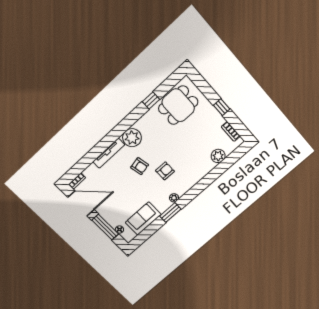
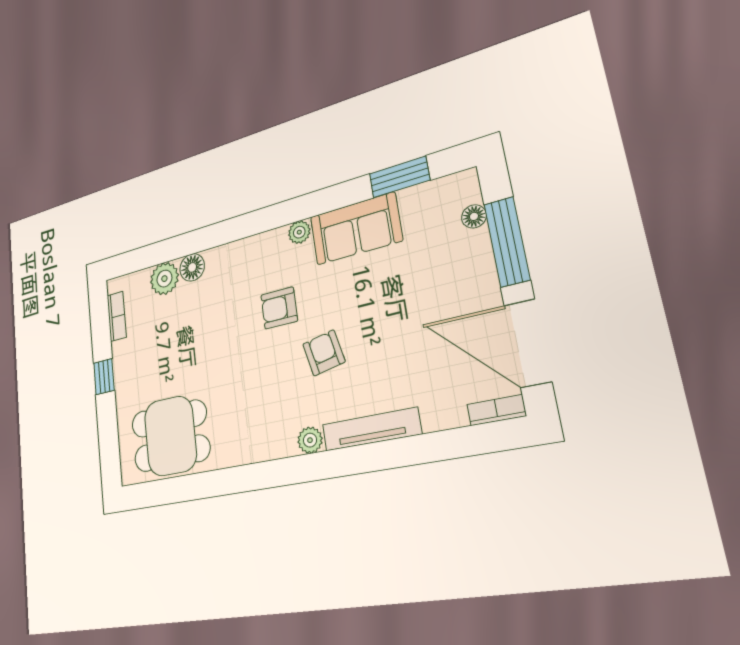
window: (151, 101) -> (211, 484), removed
plant: (132, 138) -> (310, 440), width x0.53, depth x0.53
floor lamp: (209, 166) -> (192, 267), added
window: (170, 213) -> (399, 177), moved
sofa: (143, 219) -> (356, 229), moved

